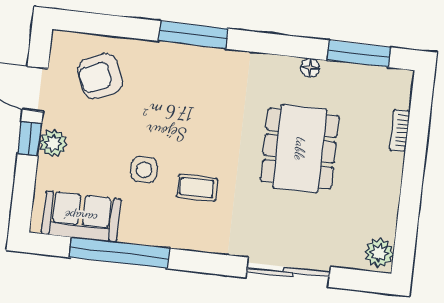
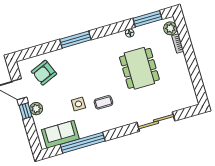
plant: (379, 253) -> (170, 28), moved

